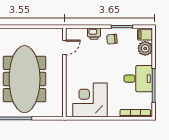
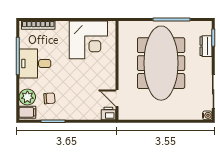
printer: (94, 34) -> (108, 113), moved
chair: (112, 39) -> (49, 98), moved
door: (64, 47) -> (117, 98), hinge flipped

